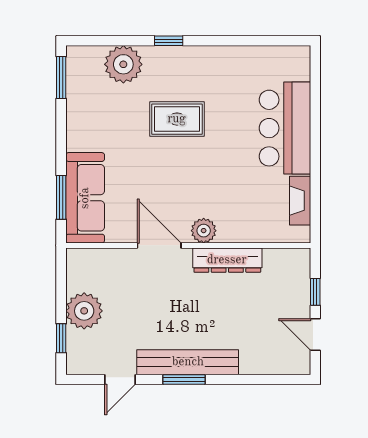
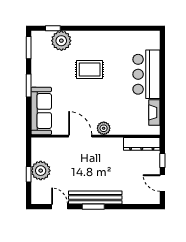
window: (169, 41) -> (53, 28), moved
window: (61, 197) -> (29, 85), moved
dresser: (227, 260) -> (142, 144), moved
window: (61, 338) -> (29, 174), moved
door: (120, 379) -> (60, 207), swing flipped

